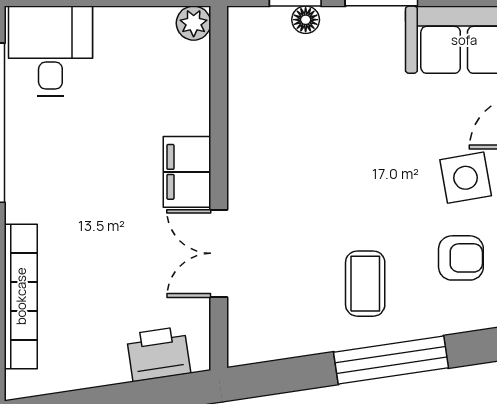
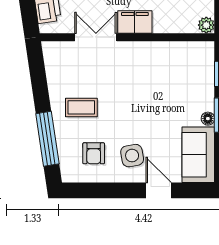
floor lamp: (306, 20) -> (208, 119), moved
window: (391, 360) -> (47, 139), moved

